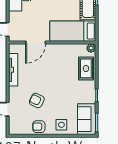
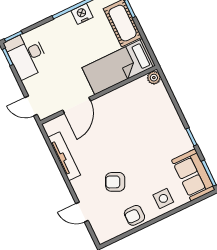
rug: (86, 68) -> (160, 108), removed

